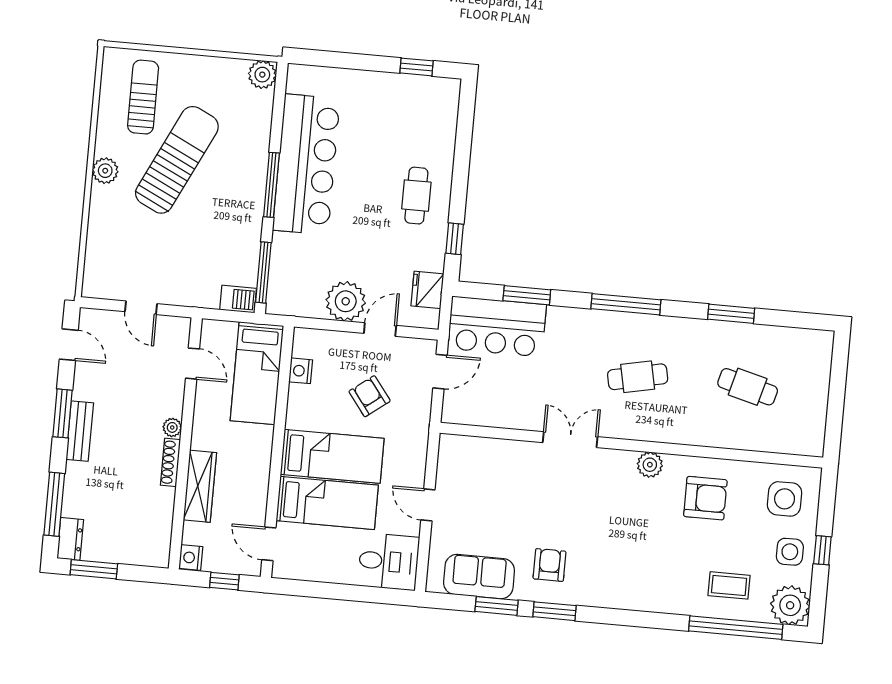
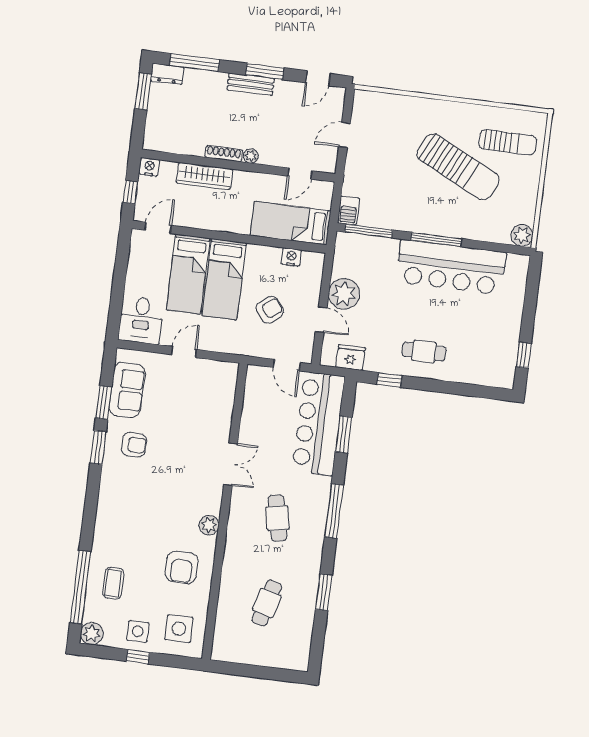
plant: (105, 171) -> (452, 111), removed
bar counter: (497, 327) -> (319, 424), width x1.36
plant: (790, 605) -> (92, 634), width x0.73, depth x0.73

